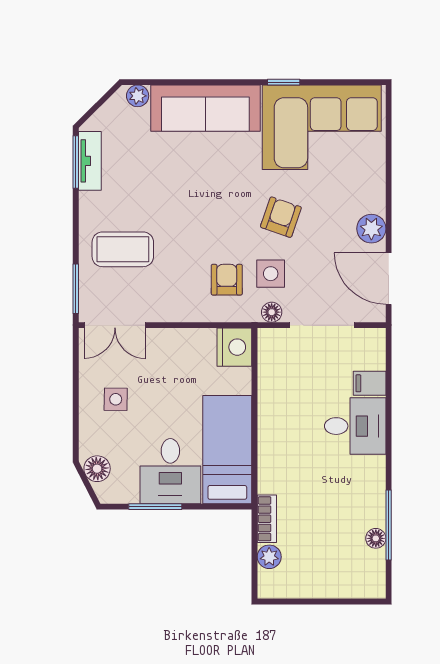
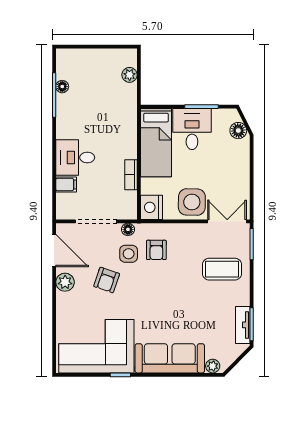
armchair: (281, 217) -> (107, 280), moved
side table: (116, 399) -> (192, 202), moved, width x1.87, depth x1.87
bookcase: (267, 519) -> (131, 175), moved

